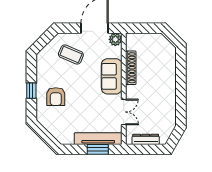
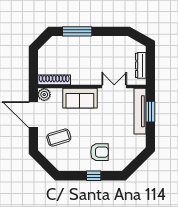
coffee table: (71, 55) -> (59, 138), turned 50
shoe rack: (131, 68) -> (54, 80), moved
window: (181, 73) -> (77, 31), added

